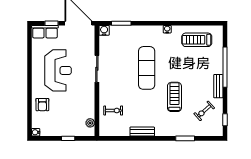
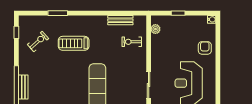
bench: (218, 86) -> (23, 87), moved
treadmill: (174, 97) -> (74, 43), moved, turned 90
bench: (142, 132) -> (120, 20), moved

